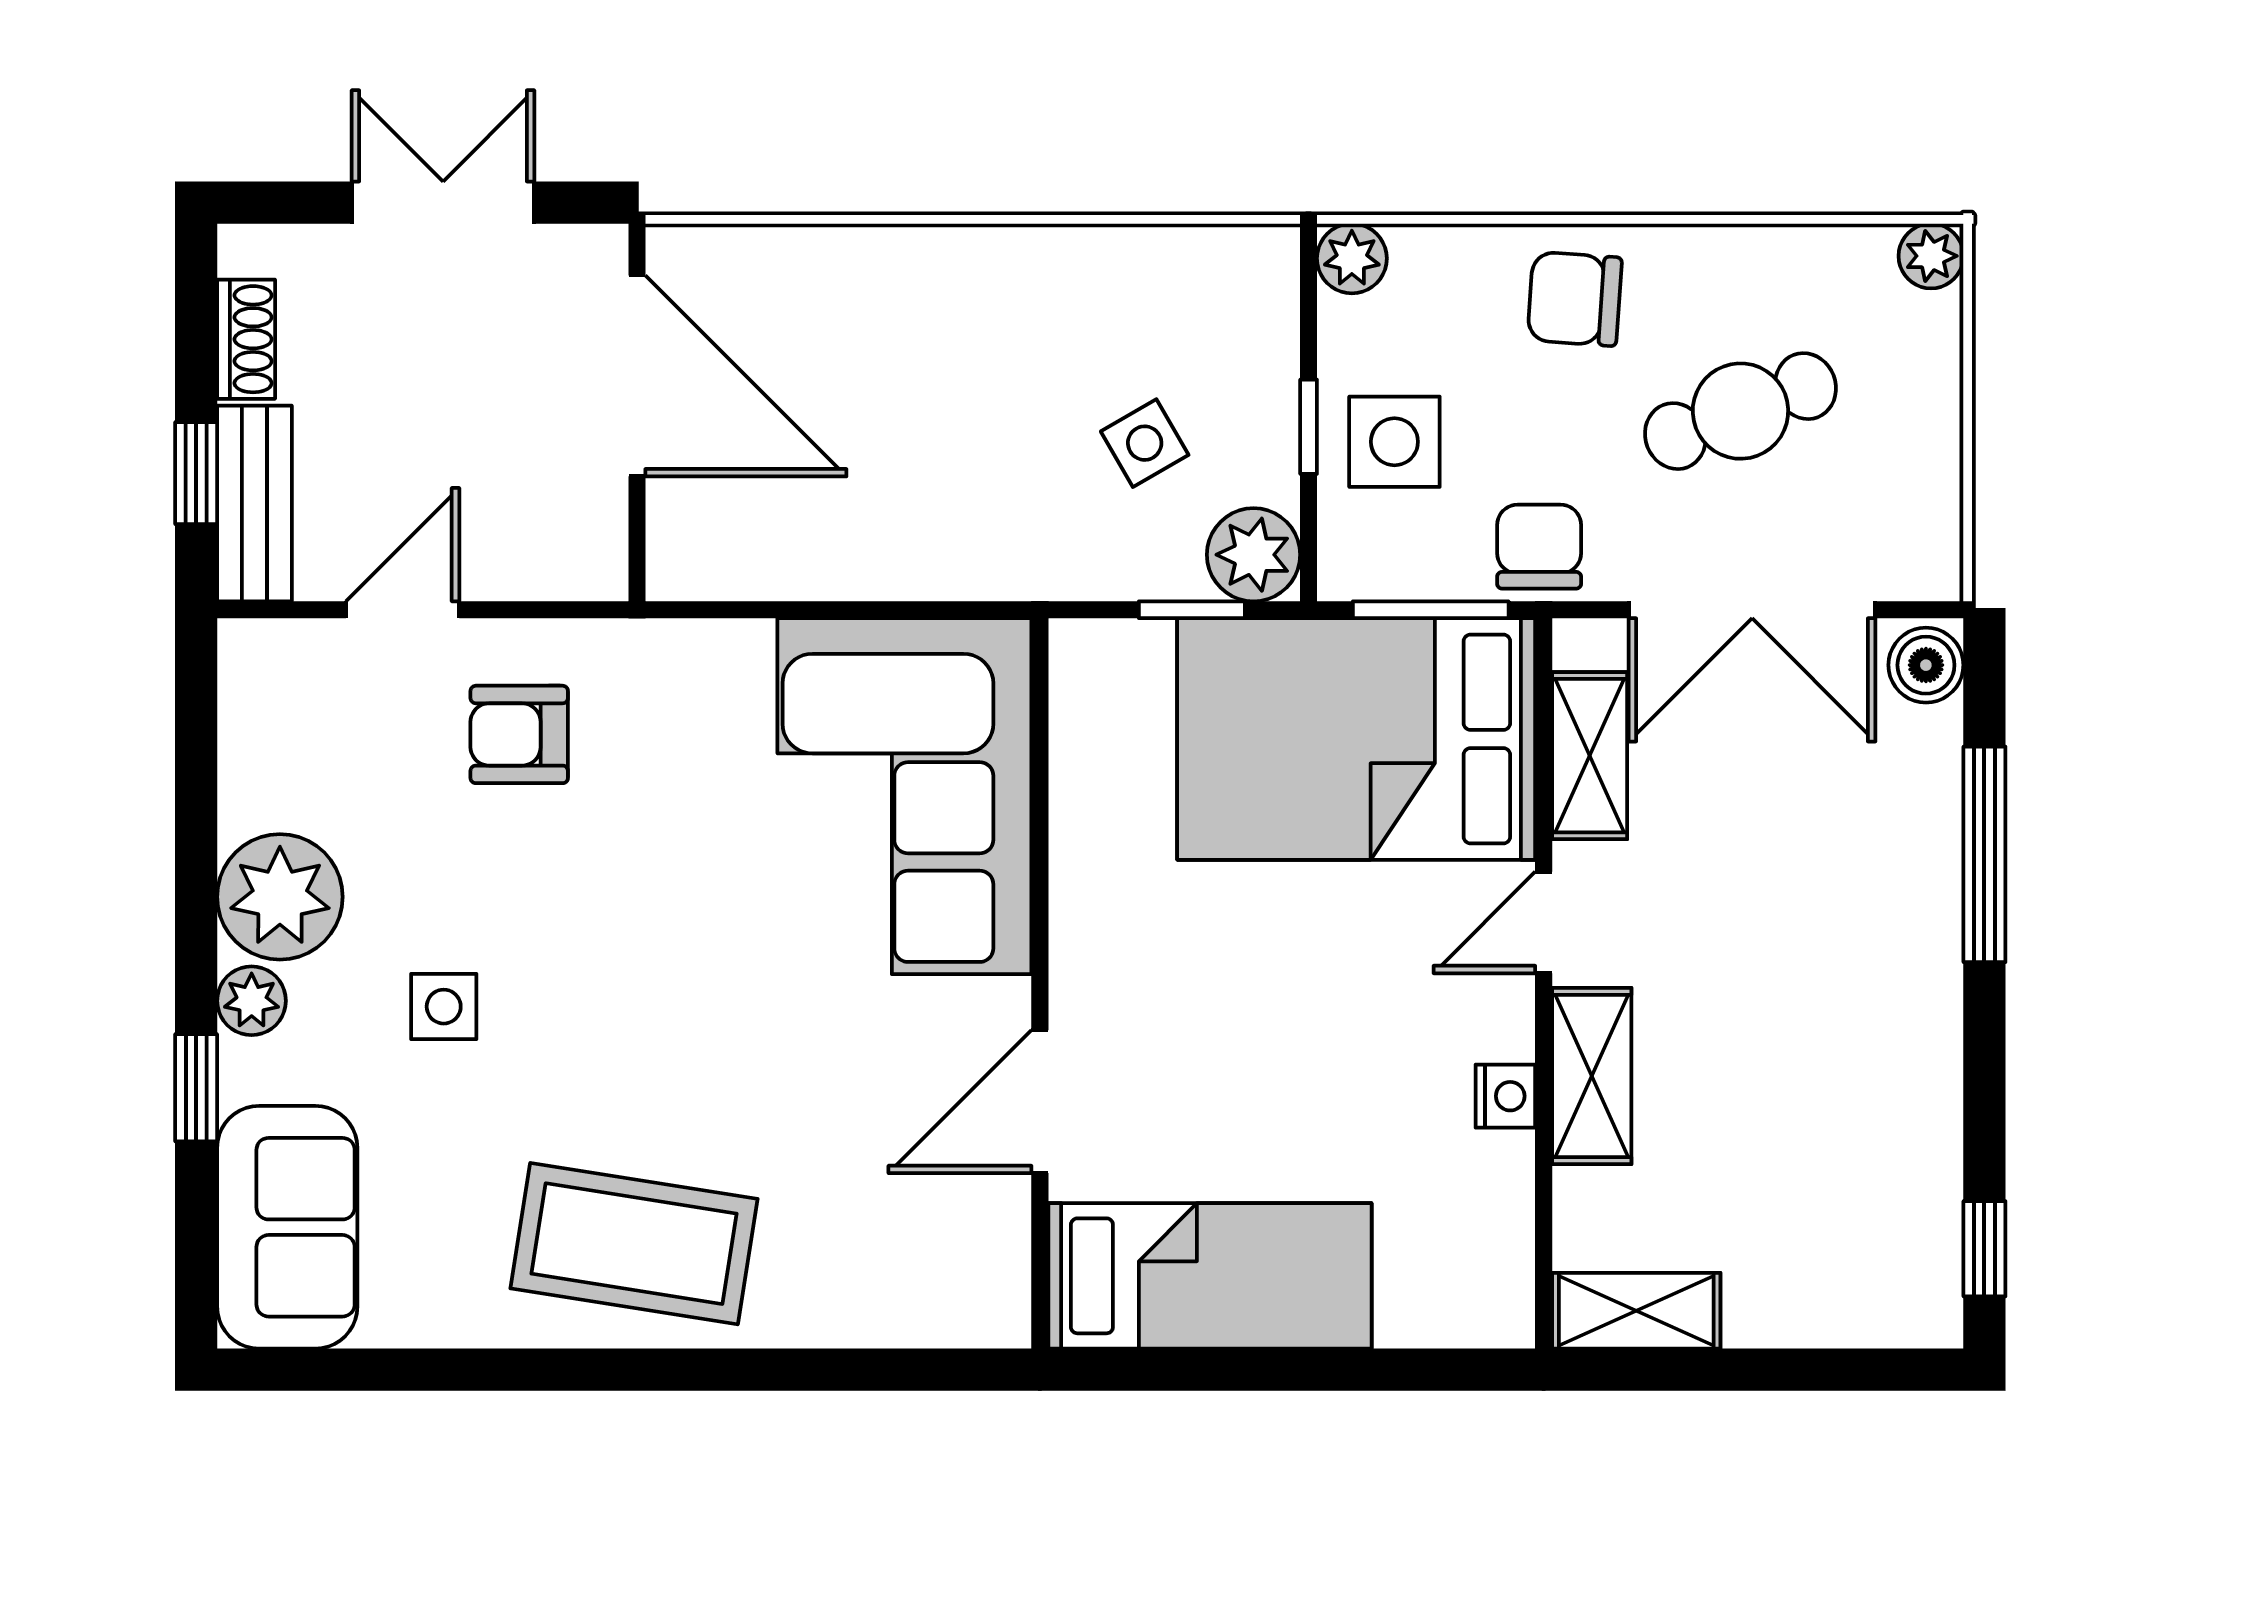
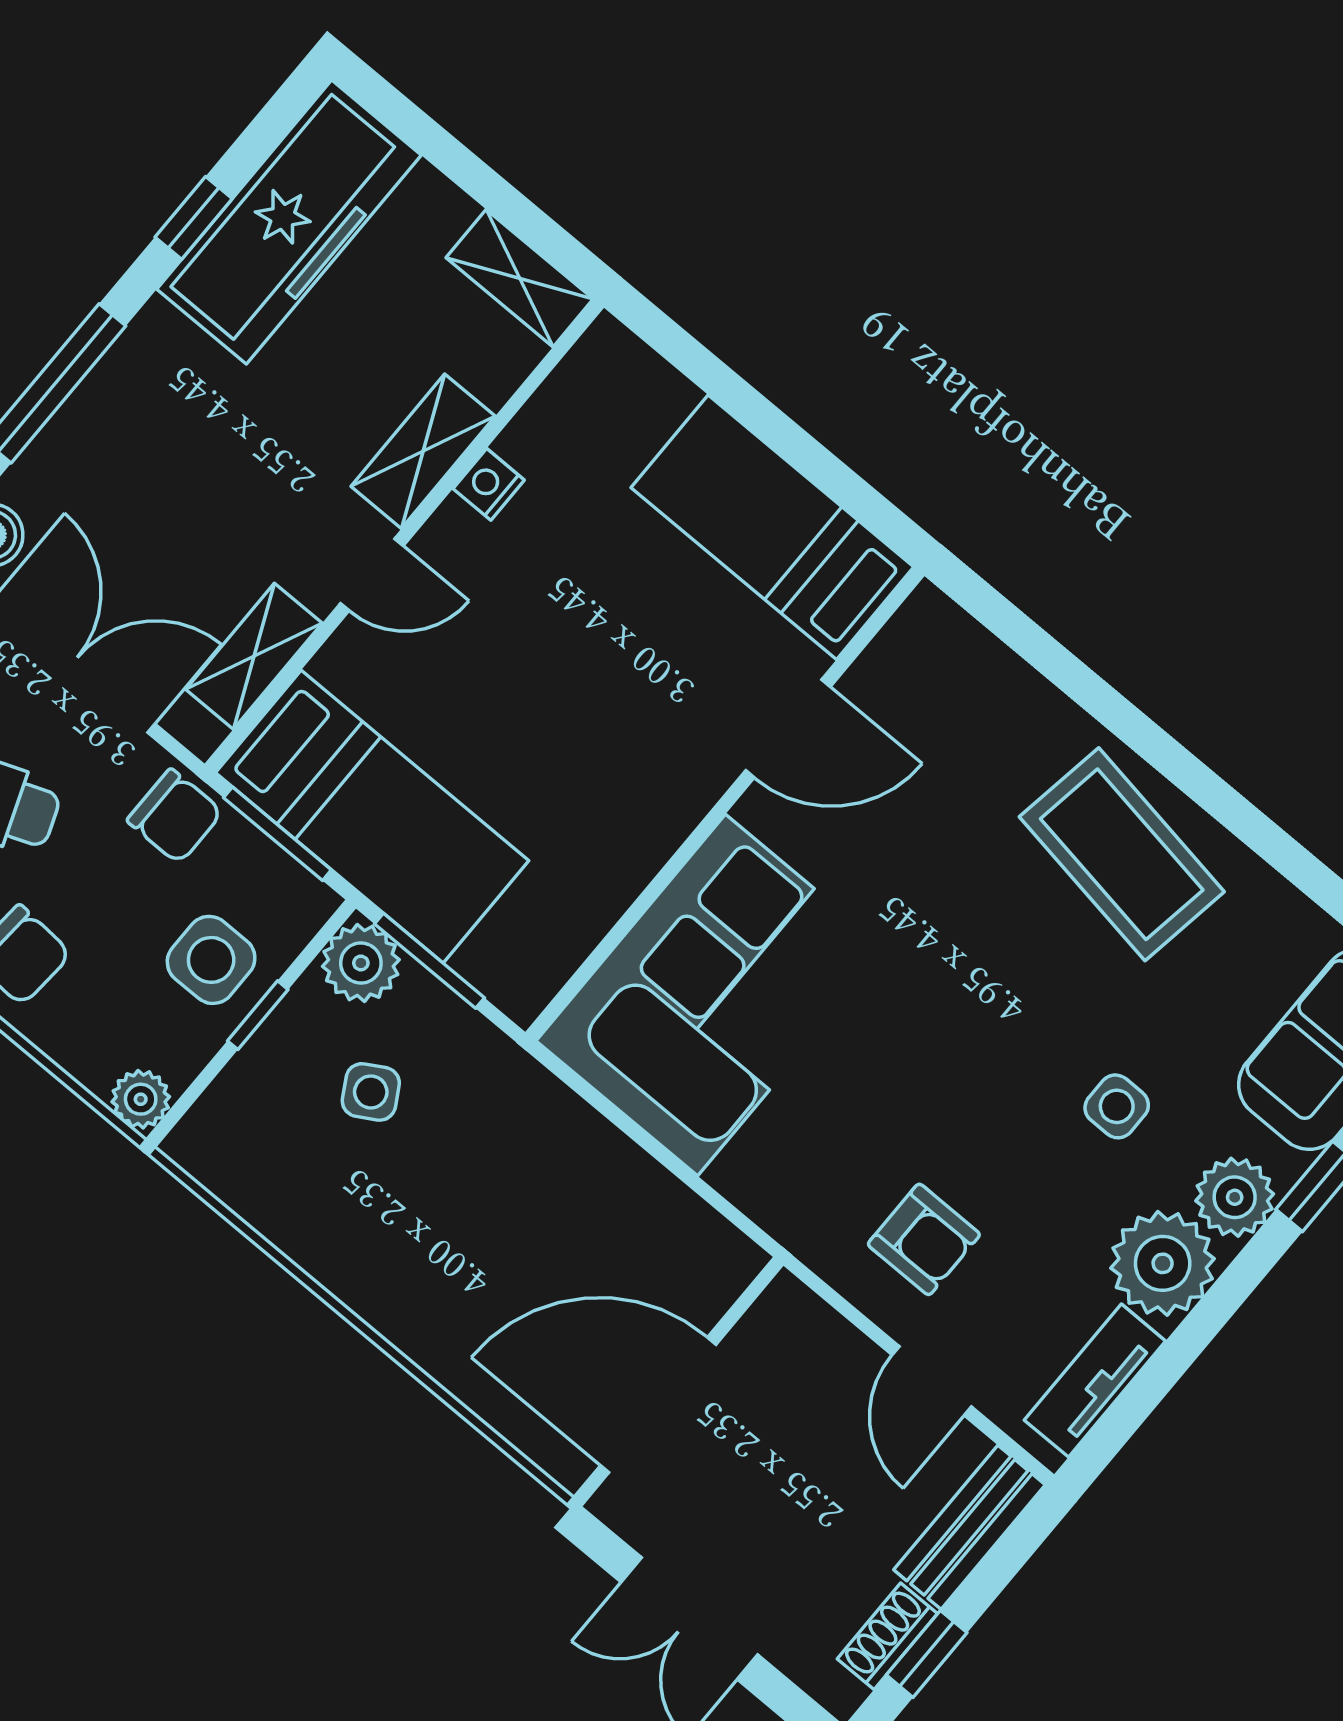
door: (637, 376) -> (658, 1405), hinge flipped
window: (196, 473) -> (927, 1654), moved
chair: (1539, 547) -> (175, 816), turned -90
door: (403, 610) -> (932, 1381), hinge flipped
window: (1192, 610) -> (429, 961), width x1.50
tv unit: (252, 736) -> (1095, 1381), added
bed: (1356, 739) -> (372, 817), width x0.67
plant: (252, 1001) -> (1235, 1197), width x1.38, depth x1.38
freezer: (1893, 1184) -> (289, 222), added
window: (1984, 1249) -> (194, 218), moved

